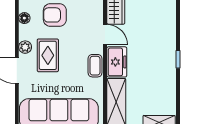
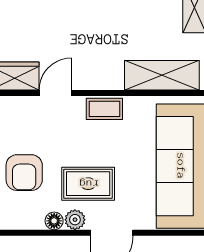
floor lamp: (24, 18) -> (54, 221), moved
freezer: (117, 62) -> (99, 75), removed

